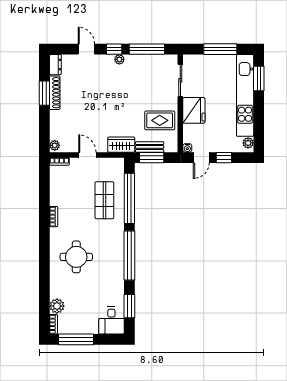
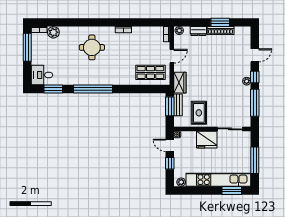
dresser: (55, 65) -> (198, 31), moved
window: (129, 198) -> (138, 89), removed
shop shelf: (104, 200) -> (150, 72), moved

